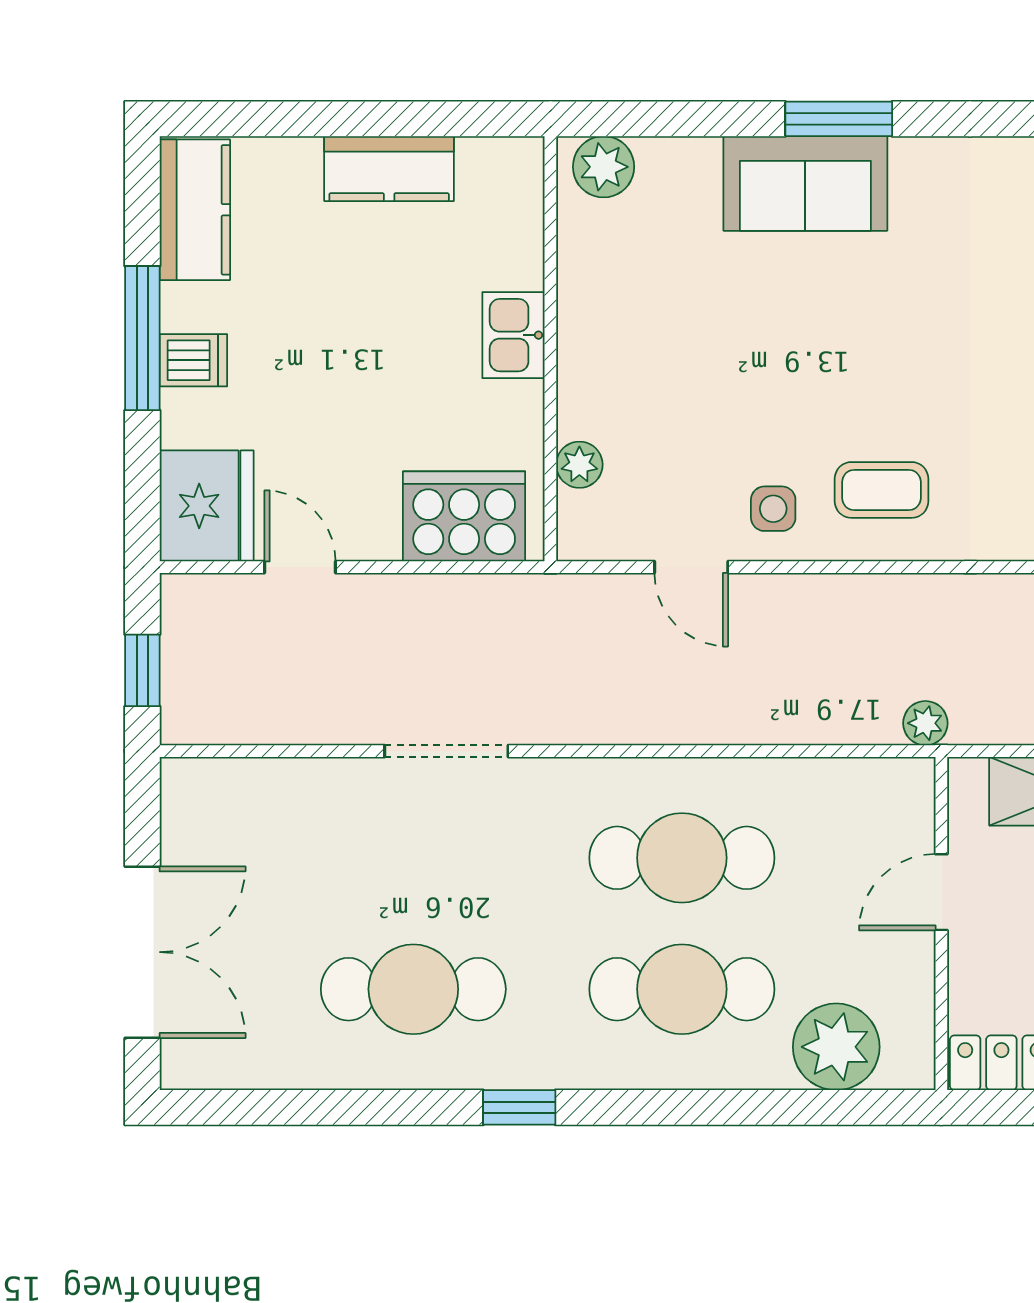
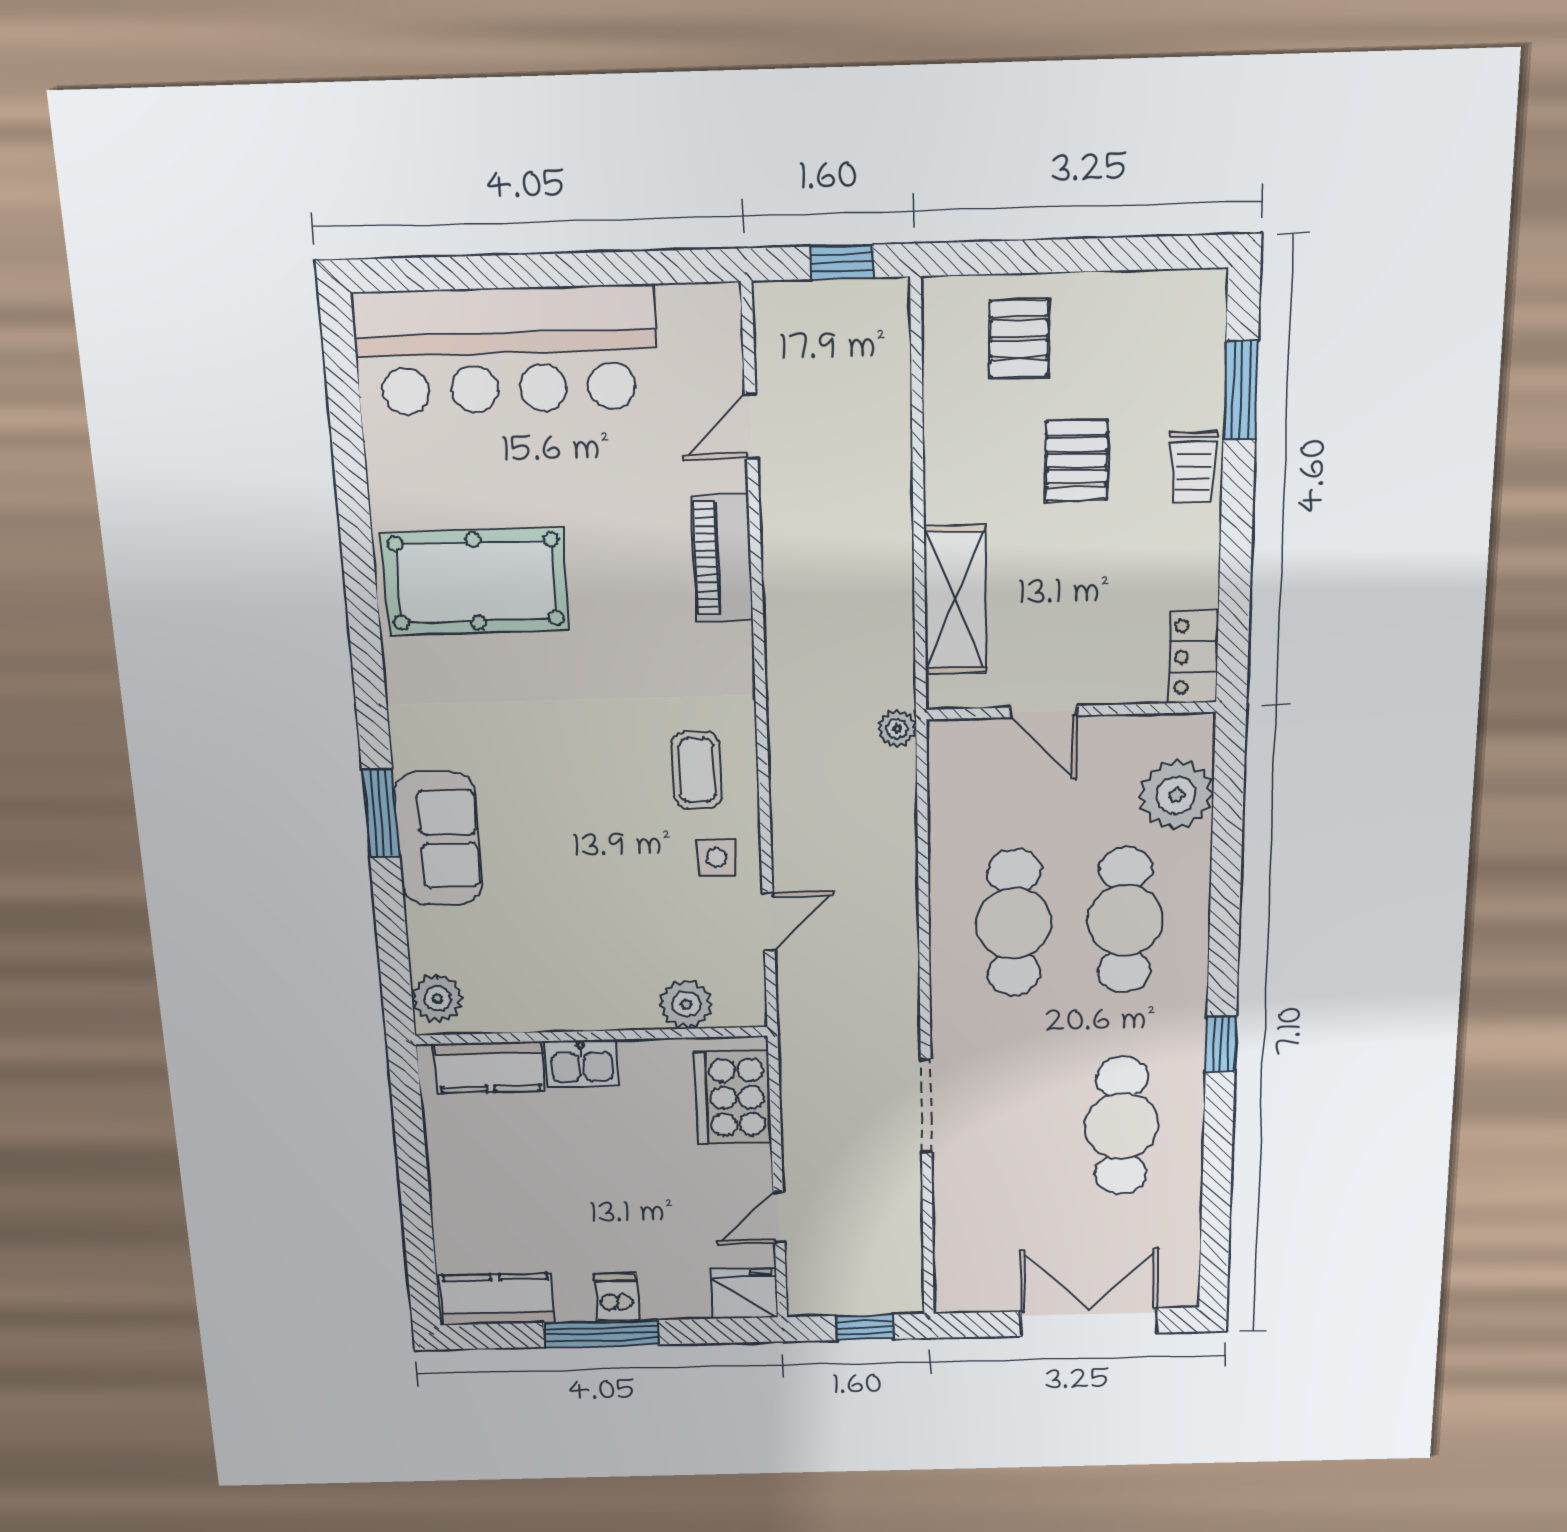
kitchen counter: (389, 169) -> (489, 1067), moved, turned 90
plant: (579, 465) -> (686, 1004), width x1.38, depth x1.38
fridge: (207, 506) -> (744, 1293), width x0.73, depth x0.75

